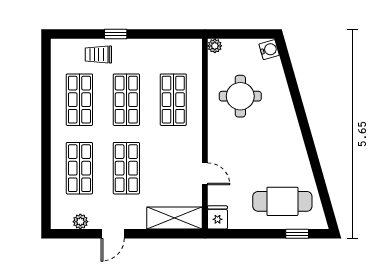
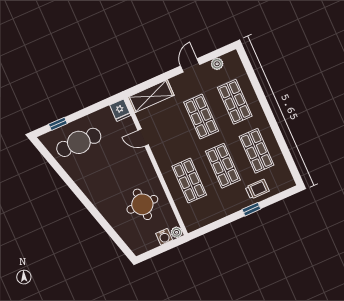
water cooler: (269, 50) -> (164, 237), moved, turned -74

